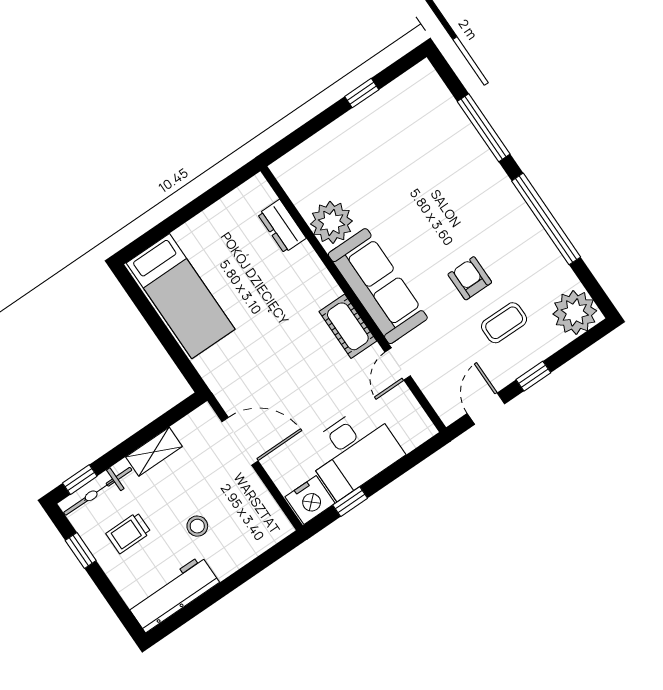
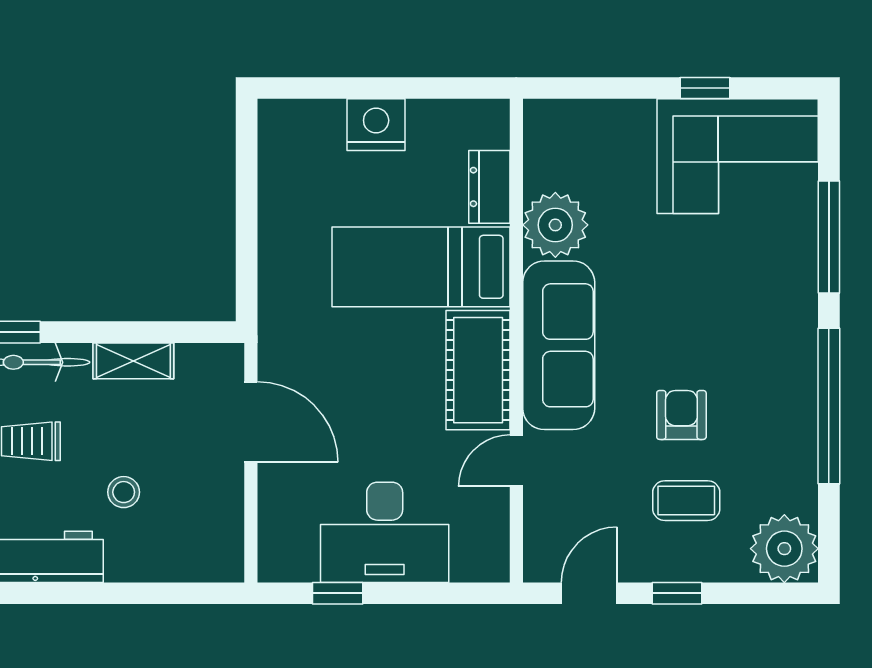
corner sofa: (405, 118) -> (738, 156), added
bed: (181, 296) -> (421, 267), moved, turned 90
cot: (348, 326) -> (478, 370), width x1.37, depth x1.34
nightstand: (310, 500) -> (376, 125), moved, turned 180

